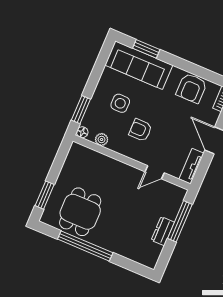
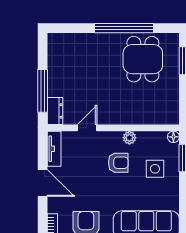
side table: (120, 103) -> (155, 169), moved
plant: (102, 140) -> (129, 138), moved
dresser: (163, 231) -> (55, 111), moved

